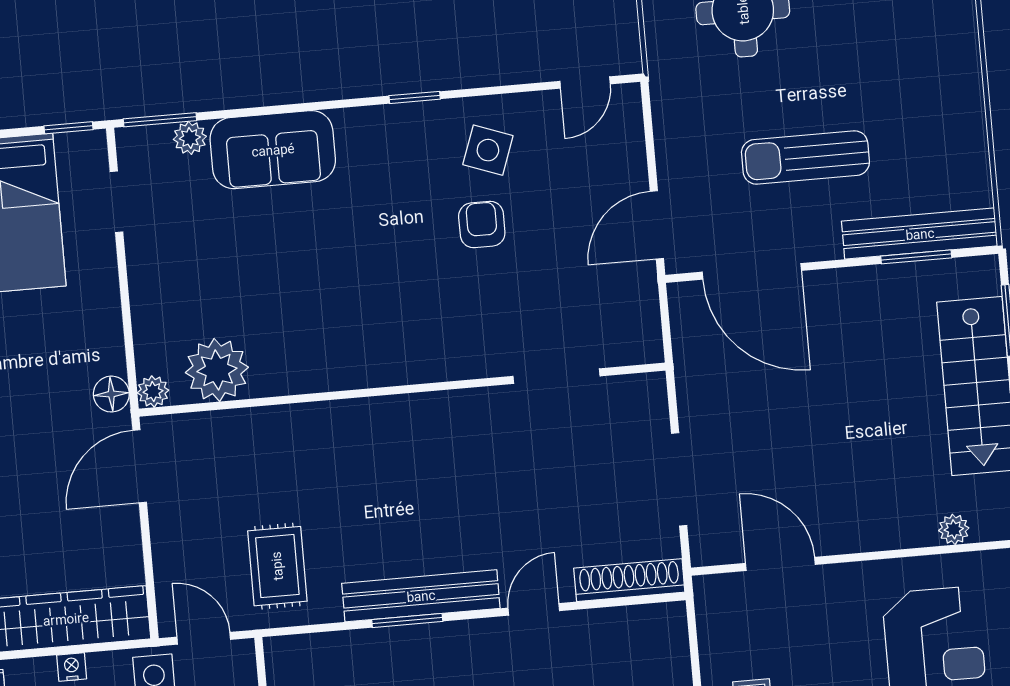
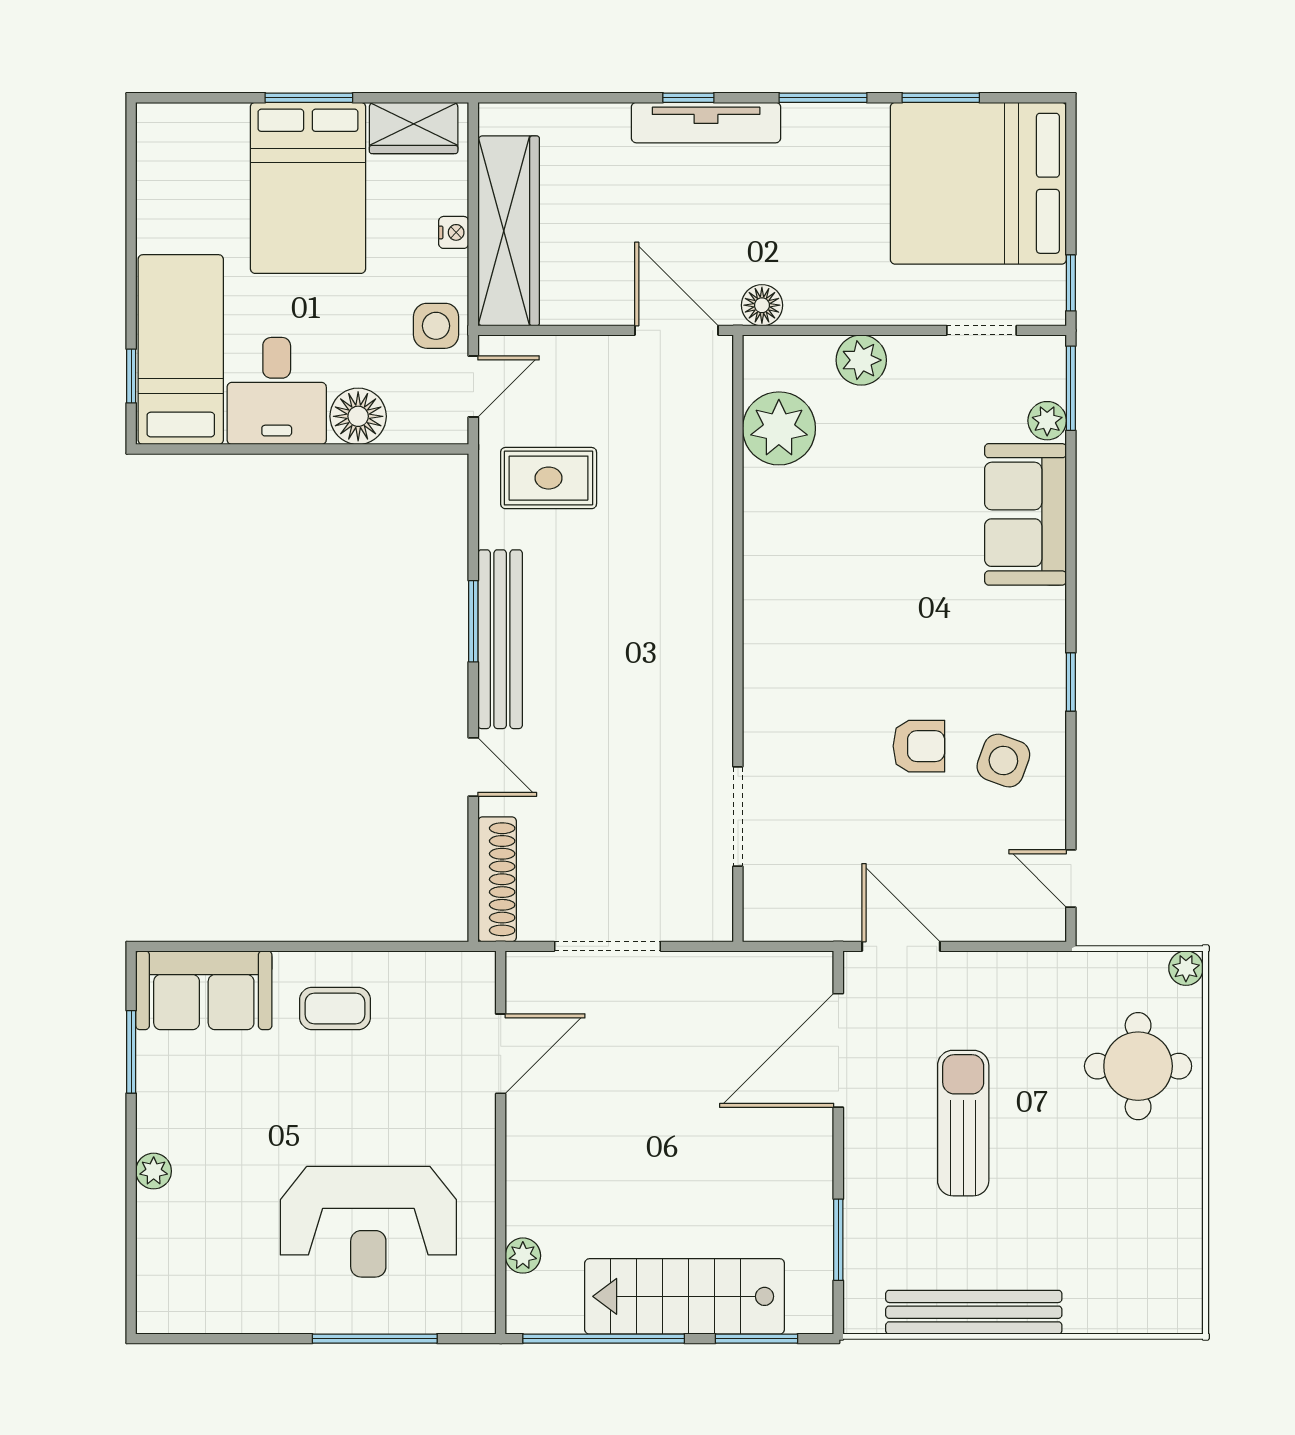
bench: (920, 234) -> (974, 1312), moved, turned 90
plant: (153, 391) -> (861, 360), moved, width x1.38, depth x1.38

